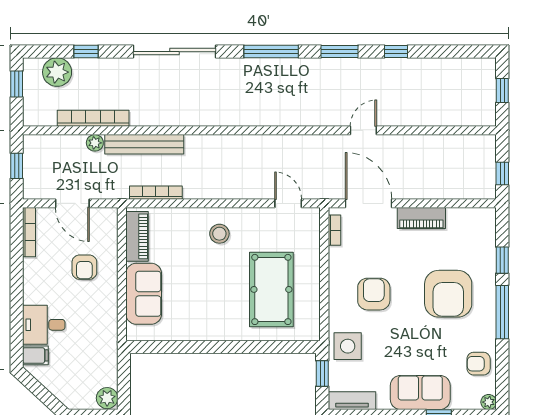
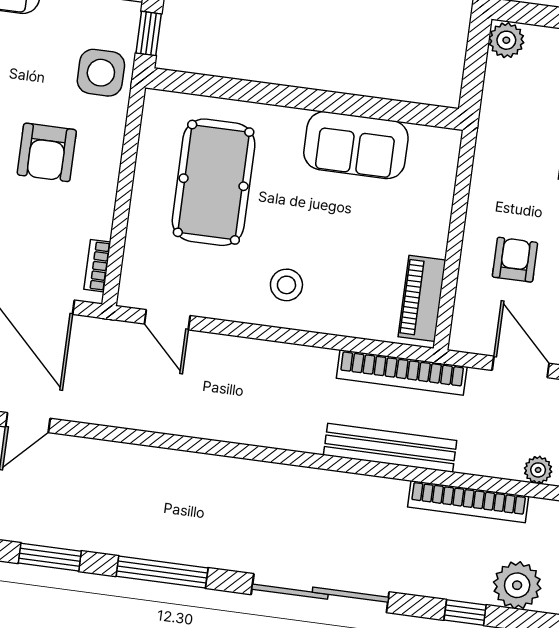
plant: (95, 143) -> (538, 470), moved
bookcase: (156, 193) -> (402, 372), width x1.48, depth x1.31
sofa: (144, 294) -> (356, 145), moved, turned -90

